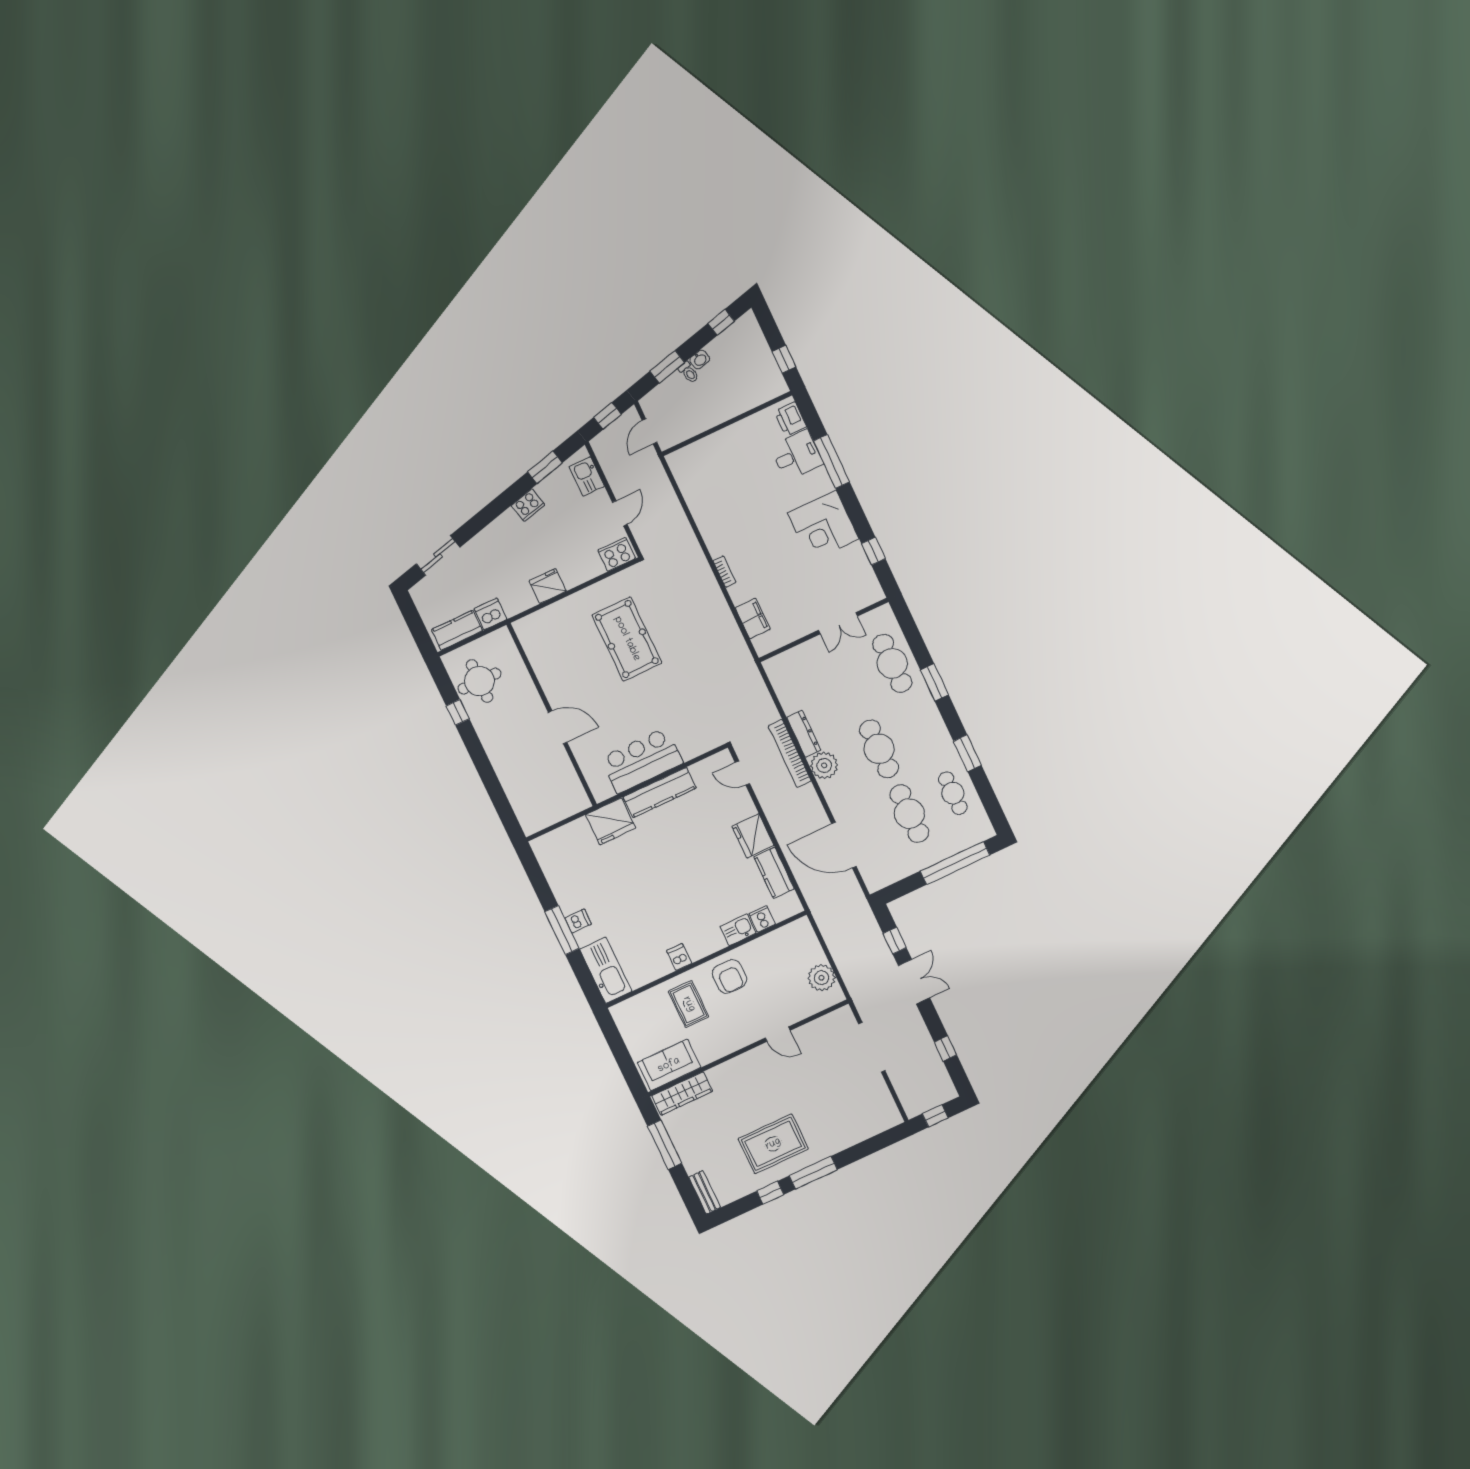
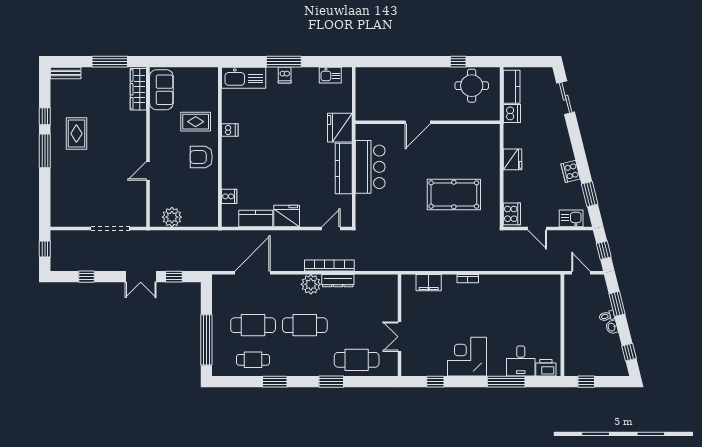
kitchen sink: (738, 930) -> (330, 75), moved, turned 90
rug: (773, 1144) -> (76, 134), width x0.73, depth x0.70

